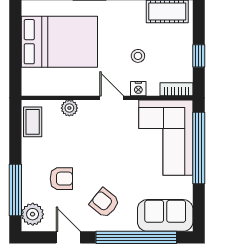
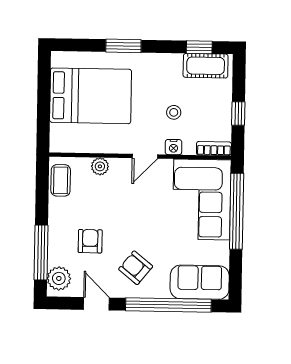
door: (112, 98) -> (145, 156), swing flipped
armchair: (61, 179) -> (90, 241), turned -90

